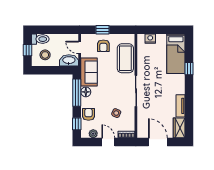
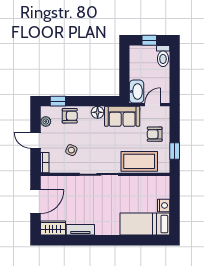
window: (103, 30) -> (175, 151), moved
nightstand: (150, 39) -> (164, 205), moved
stool: (45, 55) -> (143, 62), removed
window: (189, 69) -> (126, 240), removed
window: (77, 93) -> (97, 101), removed
door: (108, 142) -> (35, 140), swing flipped

